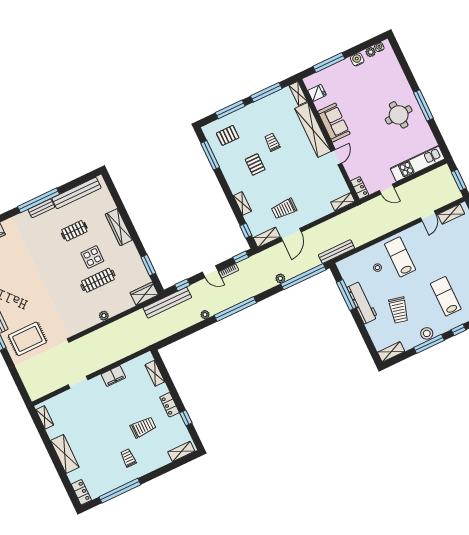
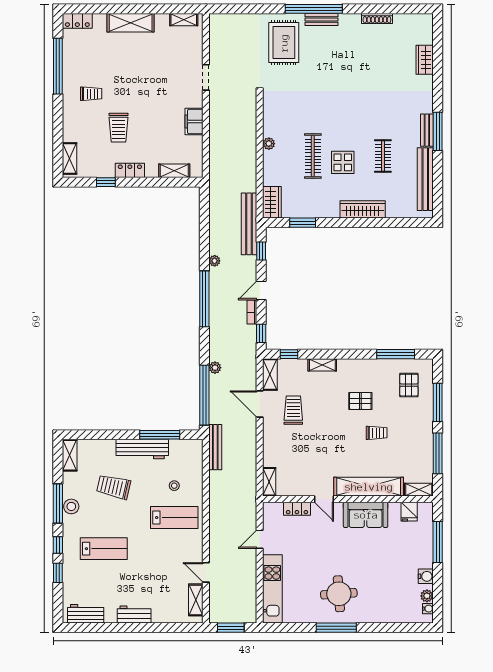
locker: (360, 188) -> (297, 509), moved
window: (39, 200) -> (438, 131), width x0.68

